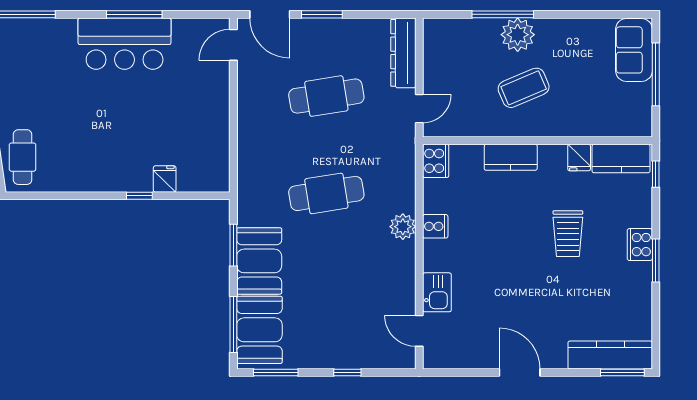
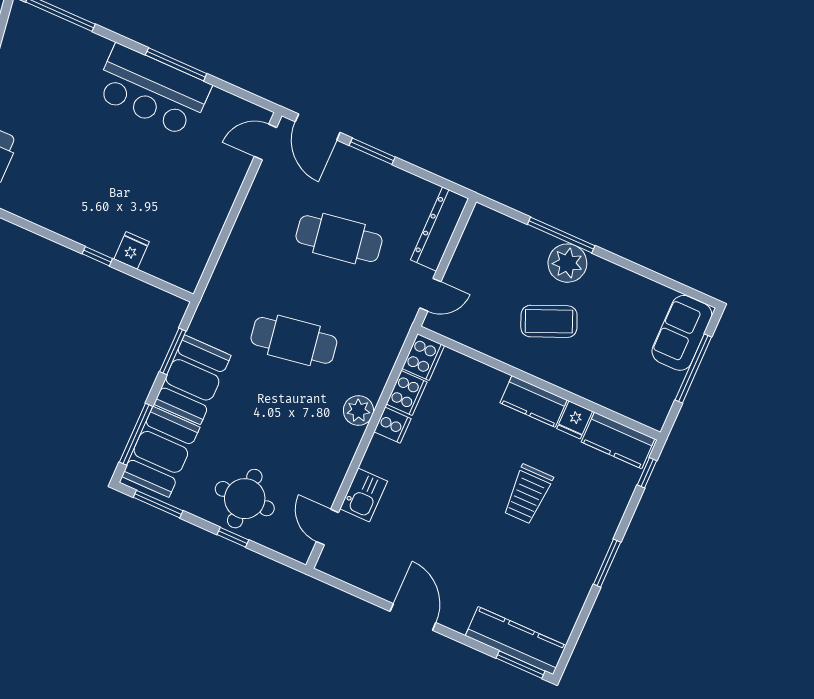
kitchen counter: (511, 157) -> (534, 401), moved
cooker: (640, 245) -> (407, 393), moved, turned 180
round table: (343, 337) -> (245, 499), added

